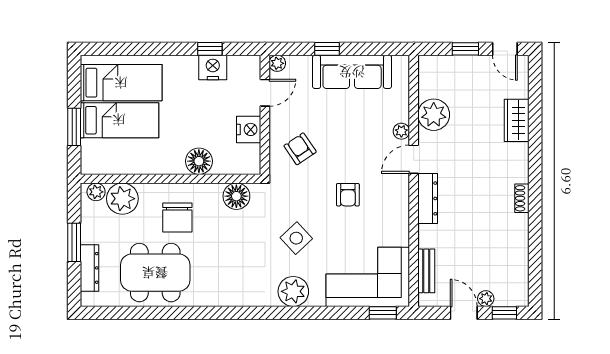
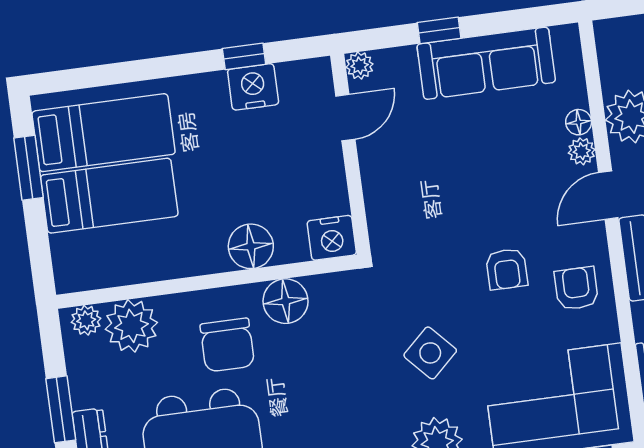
floor lamp: (402, 114) -> (579, 122), added
window: (74, 127) -> (29, 168), moved
nightstand: (249, 129) -> (332, 238), moved, turned 90
armchair: (300, 149) -> (576, 288), moved, turned 34
floor lamp: (236, 196) -> (286, 301), moved

